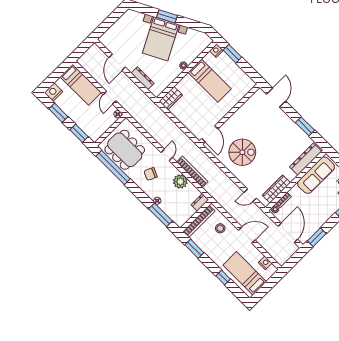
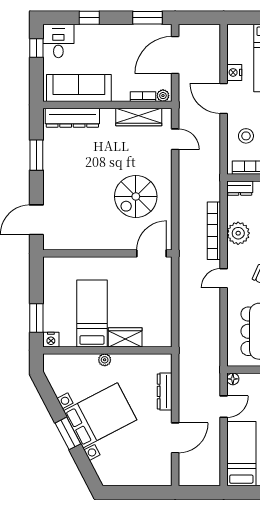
wardrobe: (171, 98) -> (125, 337), moved
spiral stairs: (242, 152) -> (136, 196), turned -90
nightstand: (265, 263) -> (234, 72), moved

